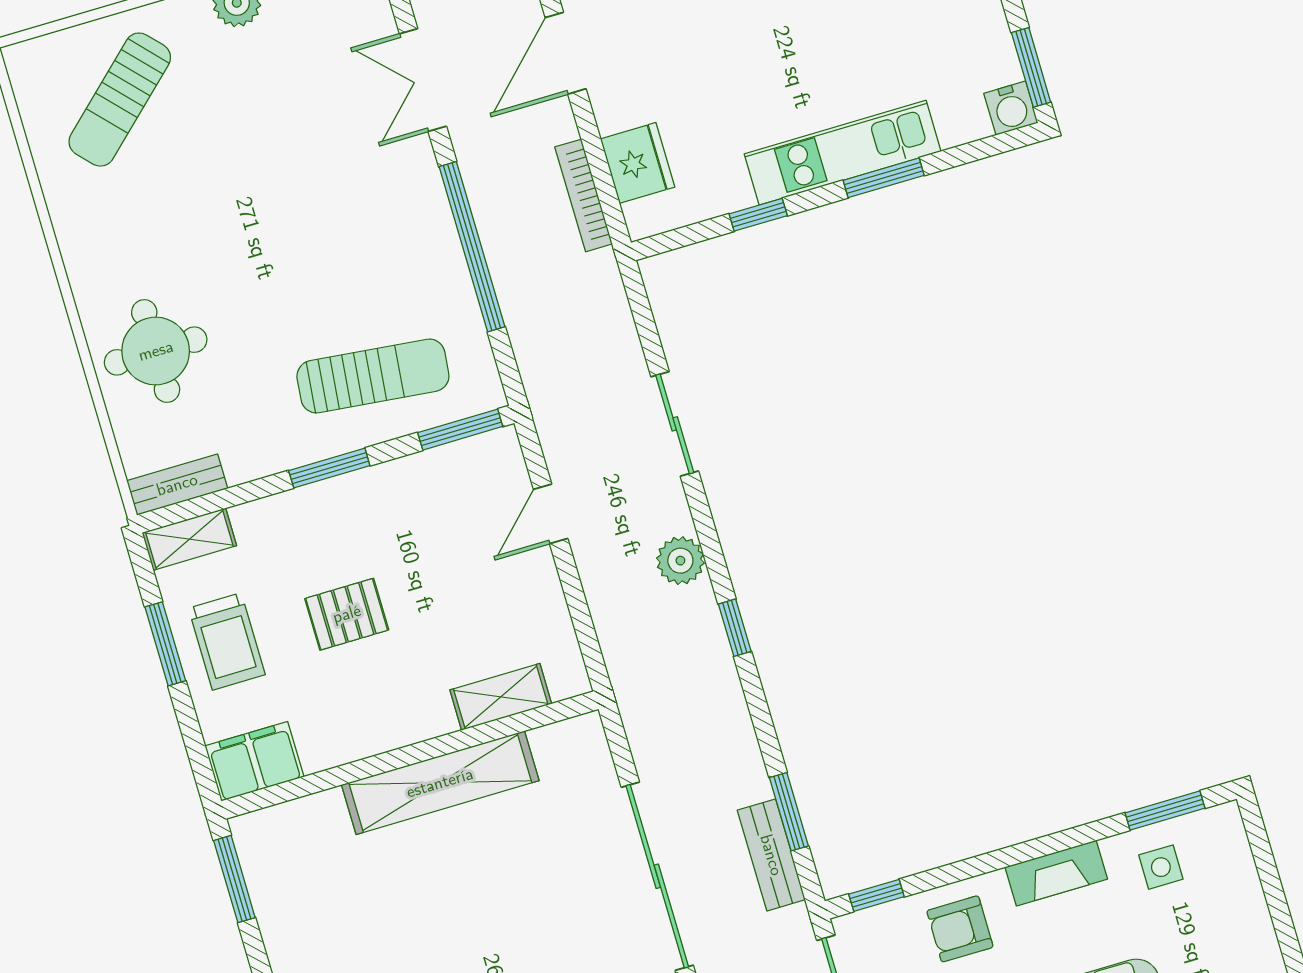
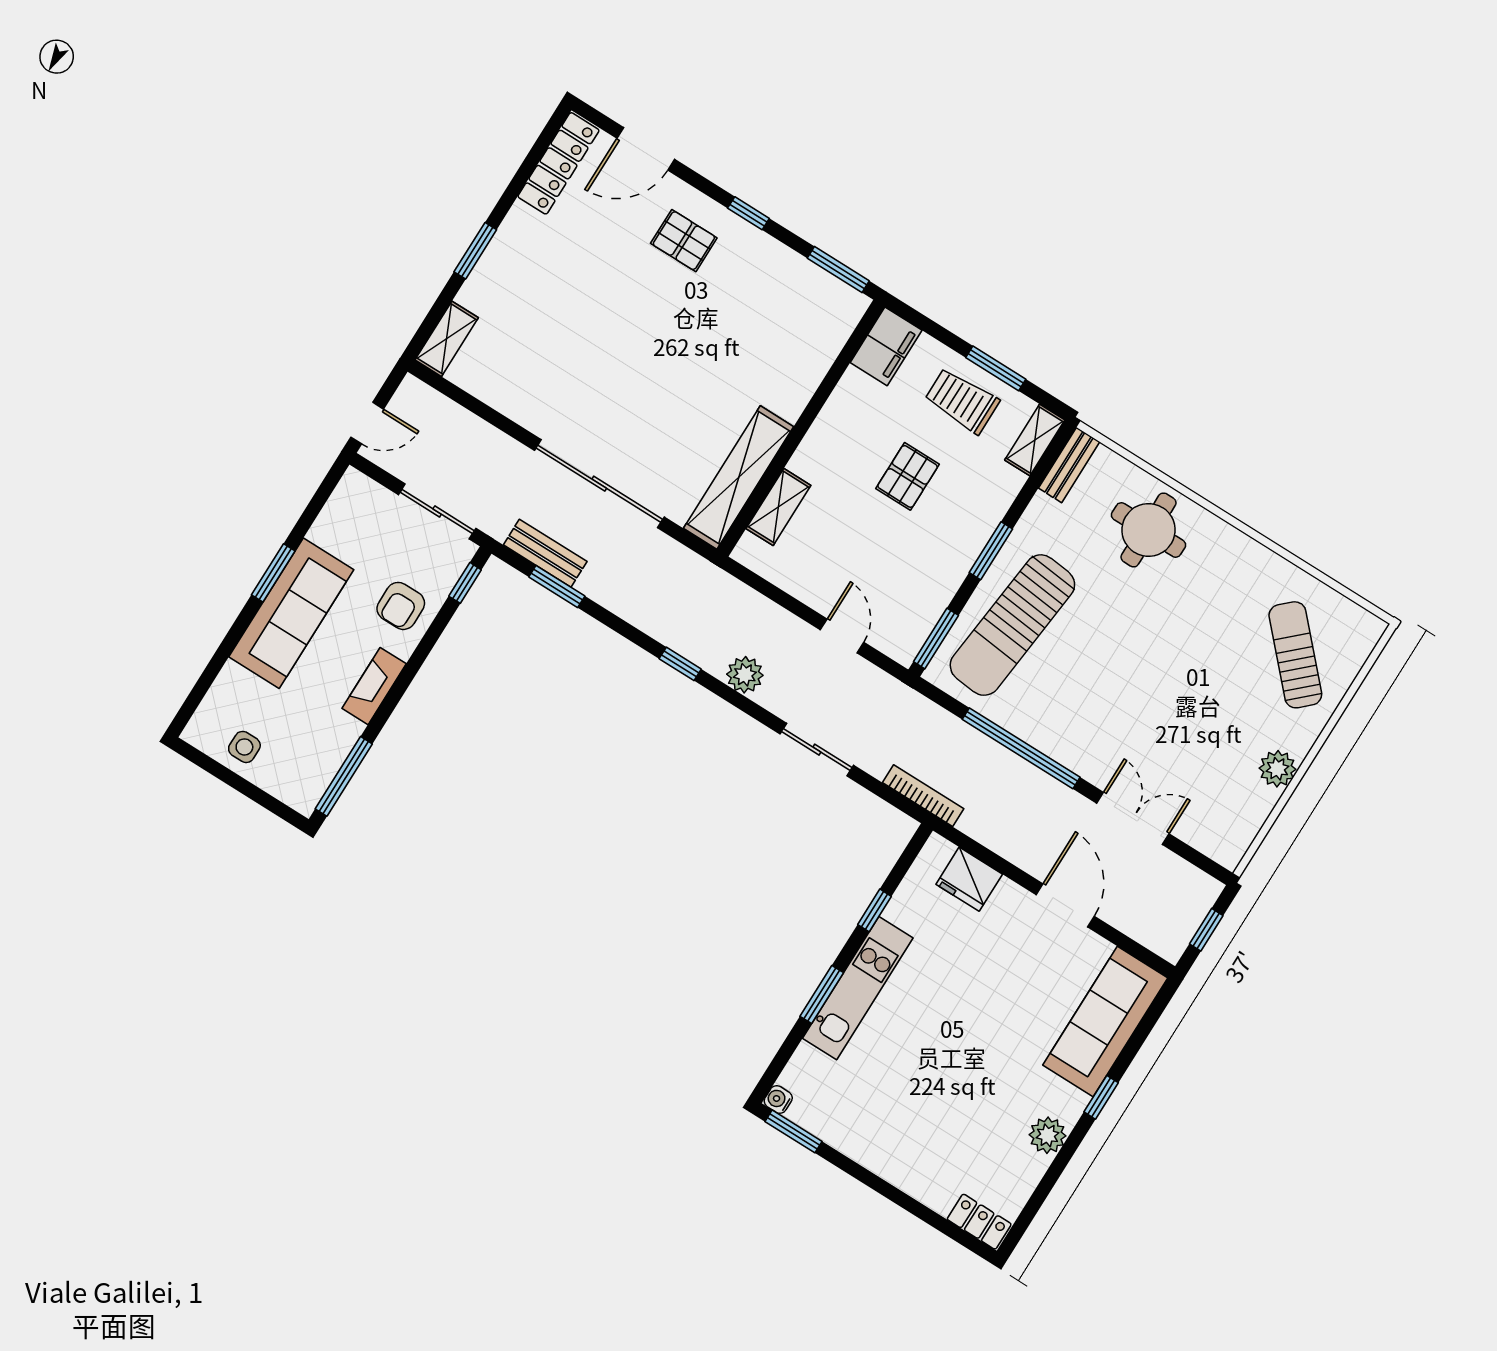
water cooler: (1011, 108) -> (778, 1099), width x0.72, depth x0.72
bookcase: (584, 195) -> (923, 796), moved
sun lounger: (373, 376) -> (1012, 625), width x1.36, depth x1.34
shelving: (440, 783) -> (739, 477), moved
window: (1165, 810) -> (344, 776), width x1.44
side table: (1161, 867) -> (244, 747), moved
armchair: (960, 929) -> (401, 606), turned 180

